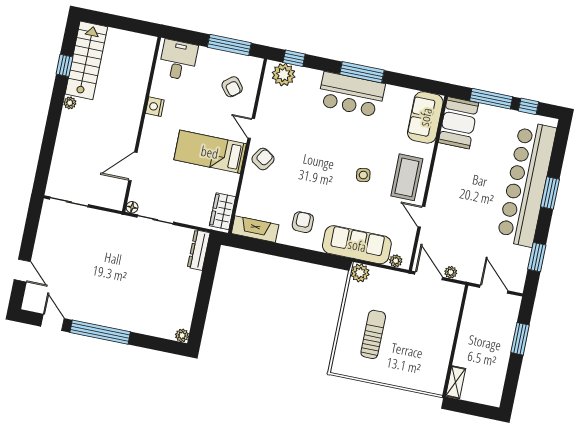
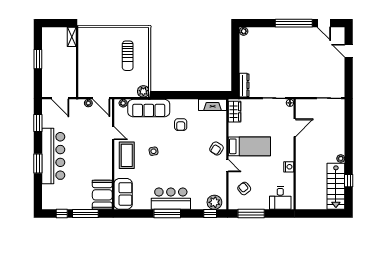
bar counter: (527, 184) -> (53, 156), width x0.73
armchair: (303, 222) -> (181, 125), moved
window: (520, 339) -> (38, 59), moved

